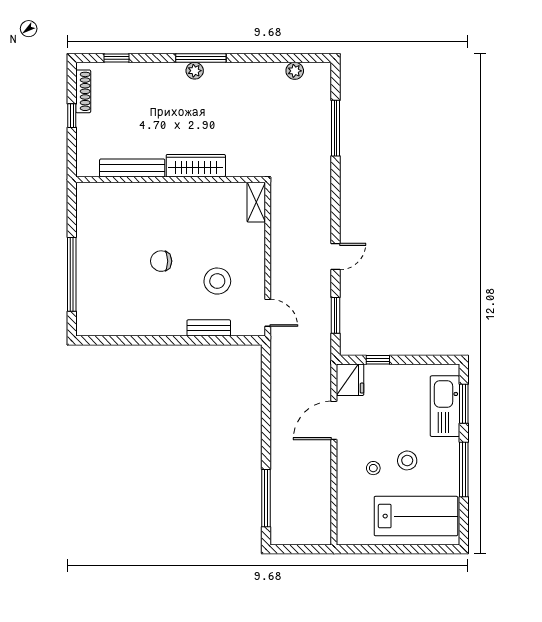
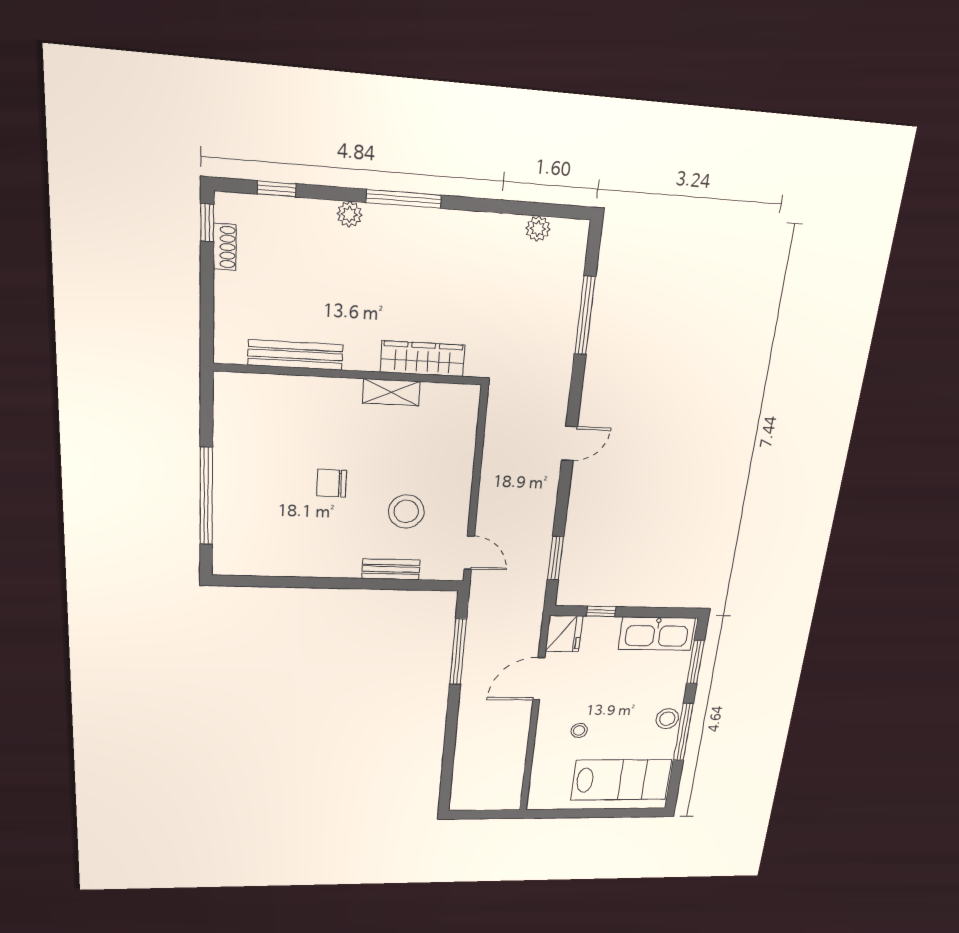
plant: (195, 71) -> (349, 214), moved
shoe rack: (83, 91) -> (225, 247), width x0.70
window: (72, 116) -> (207, 223), moved
wardrobe: (196, 166) -> (423, 359), moved
shelving: (256, 202) -> (391, 392), moved, turned 90
door: (336, 257) -> (569, 443), moved
kitchen sink: (445, 406) -> (657, 634), moved, turned -90
stool: (407, 460) -> (667, 719), moved
window: (266, 498) -> (458, 652), moved

